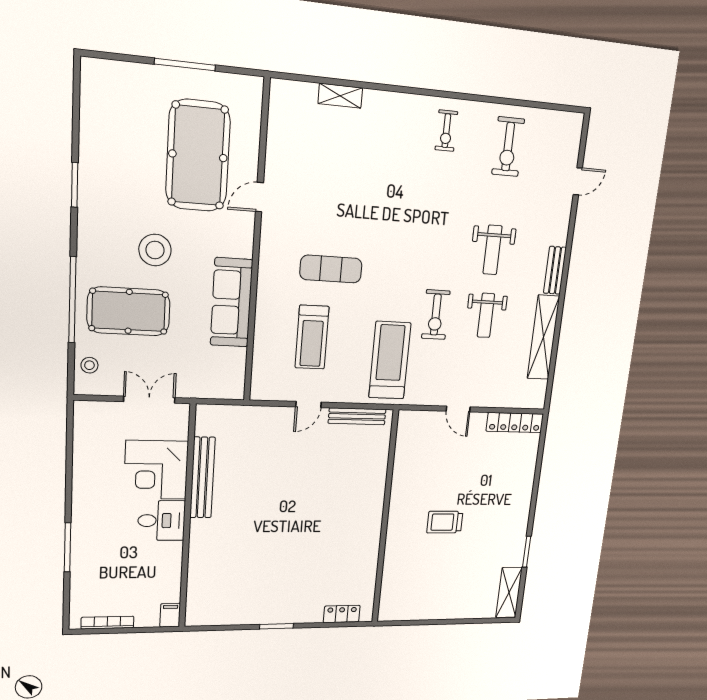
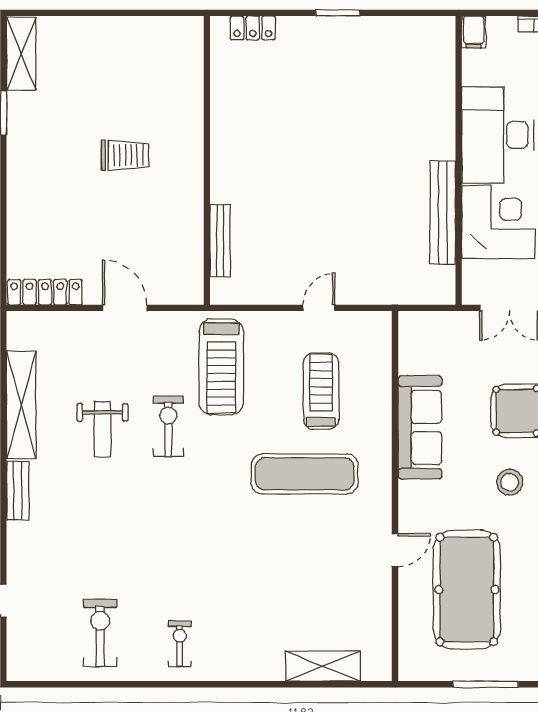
shelving: (340, 96) -> (323, 666), width x1.50, depth x1.33
stool: (155, 250) -> (510, 482), width x0.73, depth x0.73
weight bench: (493, 250) -> (104, 510), removed
exercise mat: (331, 269) -> (305, 474), width x1.36, depth x1.45
weight bench: (486, 315) -> (102, 429), turned 180
door: (458, 409) -> (125, 308), width x1.38
bench: (357, 416) -> (220, 241), moved, turned 90
desk: (161, 521) -> (498, 135), width x1.87, depth x1.30

